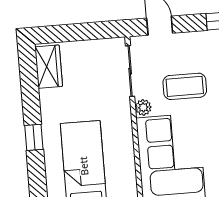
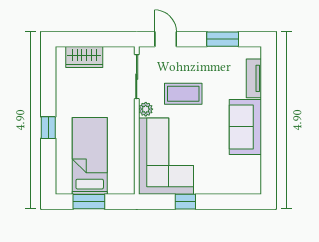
wardrobe: (49, 67) -> (84, 57), moved, turned 90

